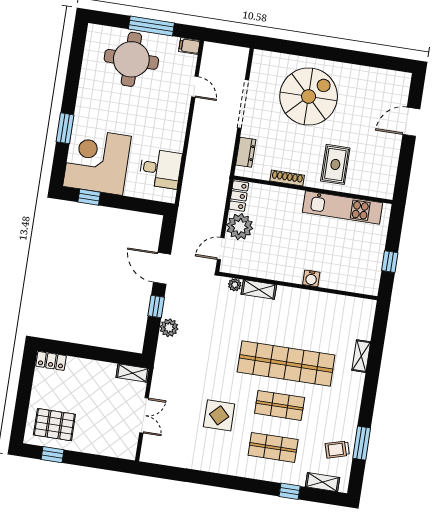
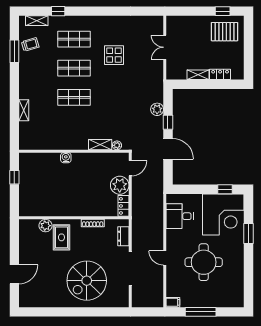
round table: (131, 59) -> (204, 262), moved
door: (195, 87) -> (165, 258), moved
plant: (356, 185) -> (45, 226), added
kitchen unit: (343, 208) -> (52, 209), removed
locker: (51, 361) -> (220, 74), moved
shop shelf: (286, 364) -> (74, 97), width x0.50, depth x0.74
shelving: (133, 373) -> (198, 75), moved

